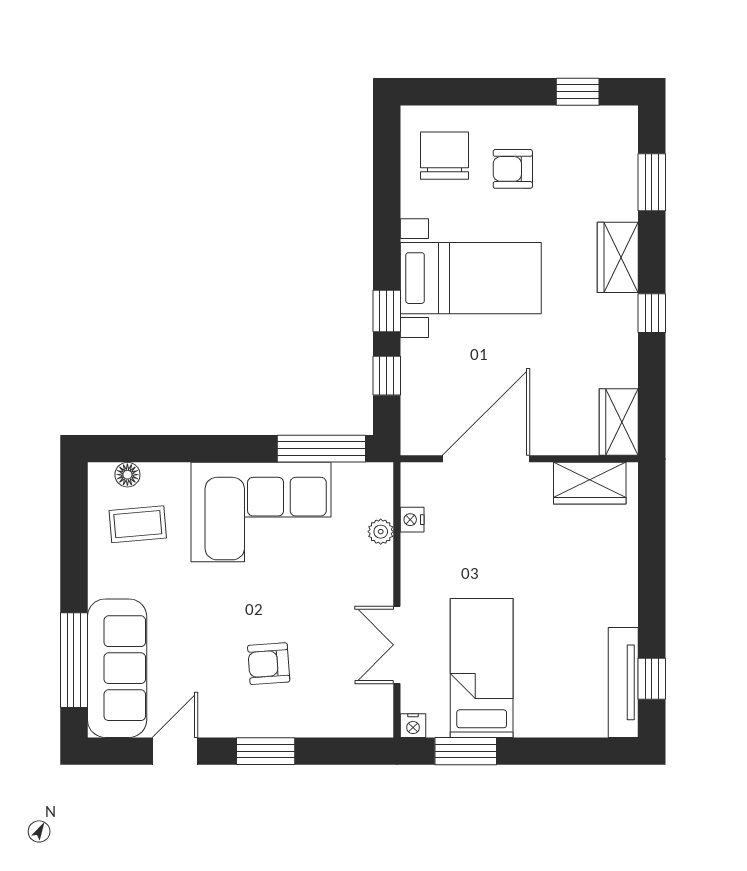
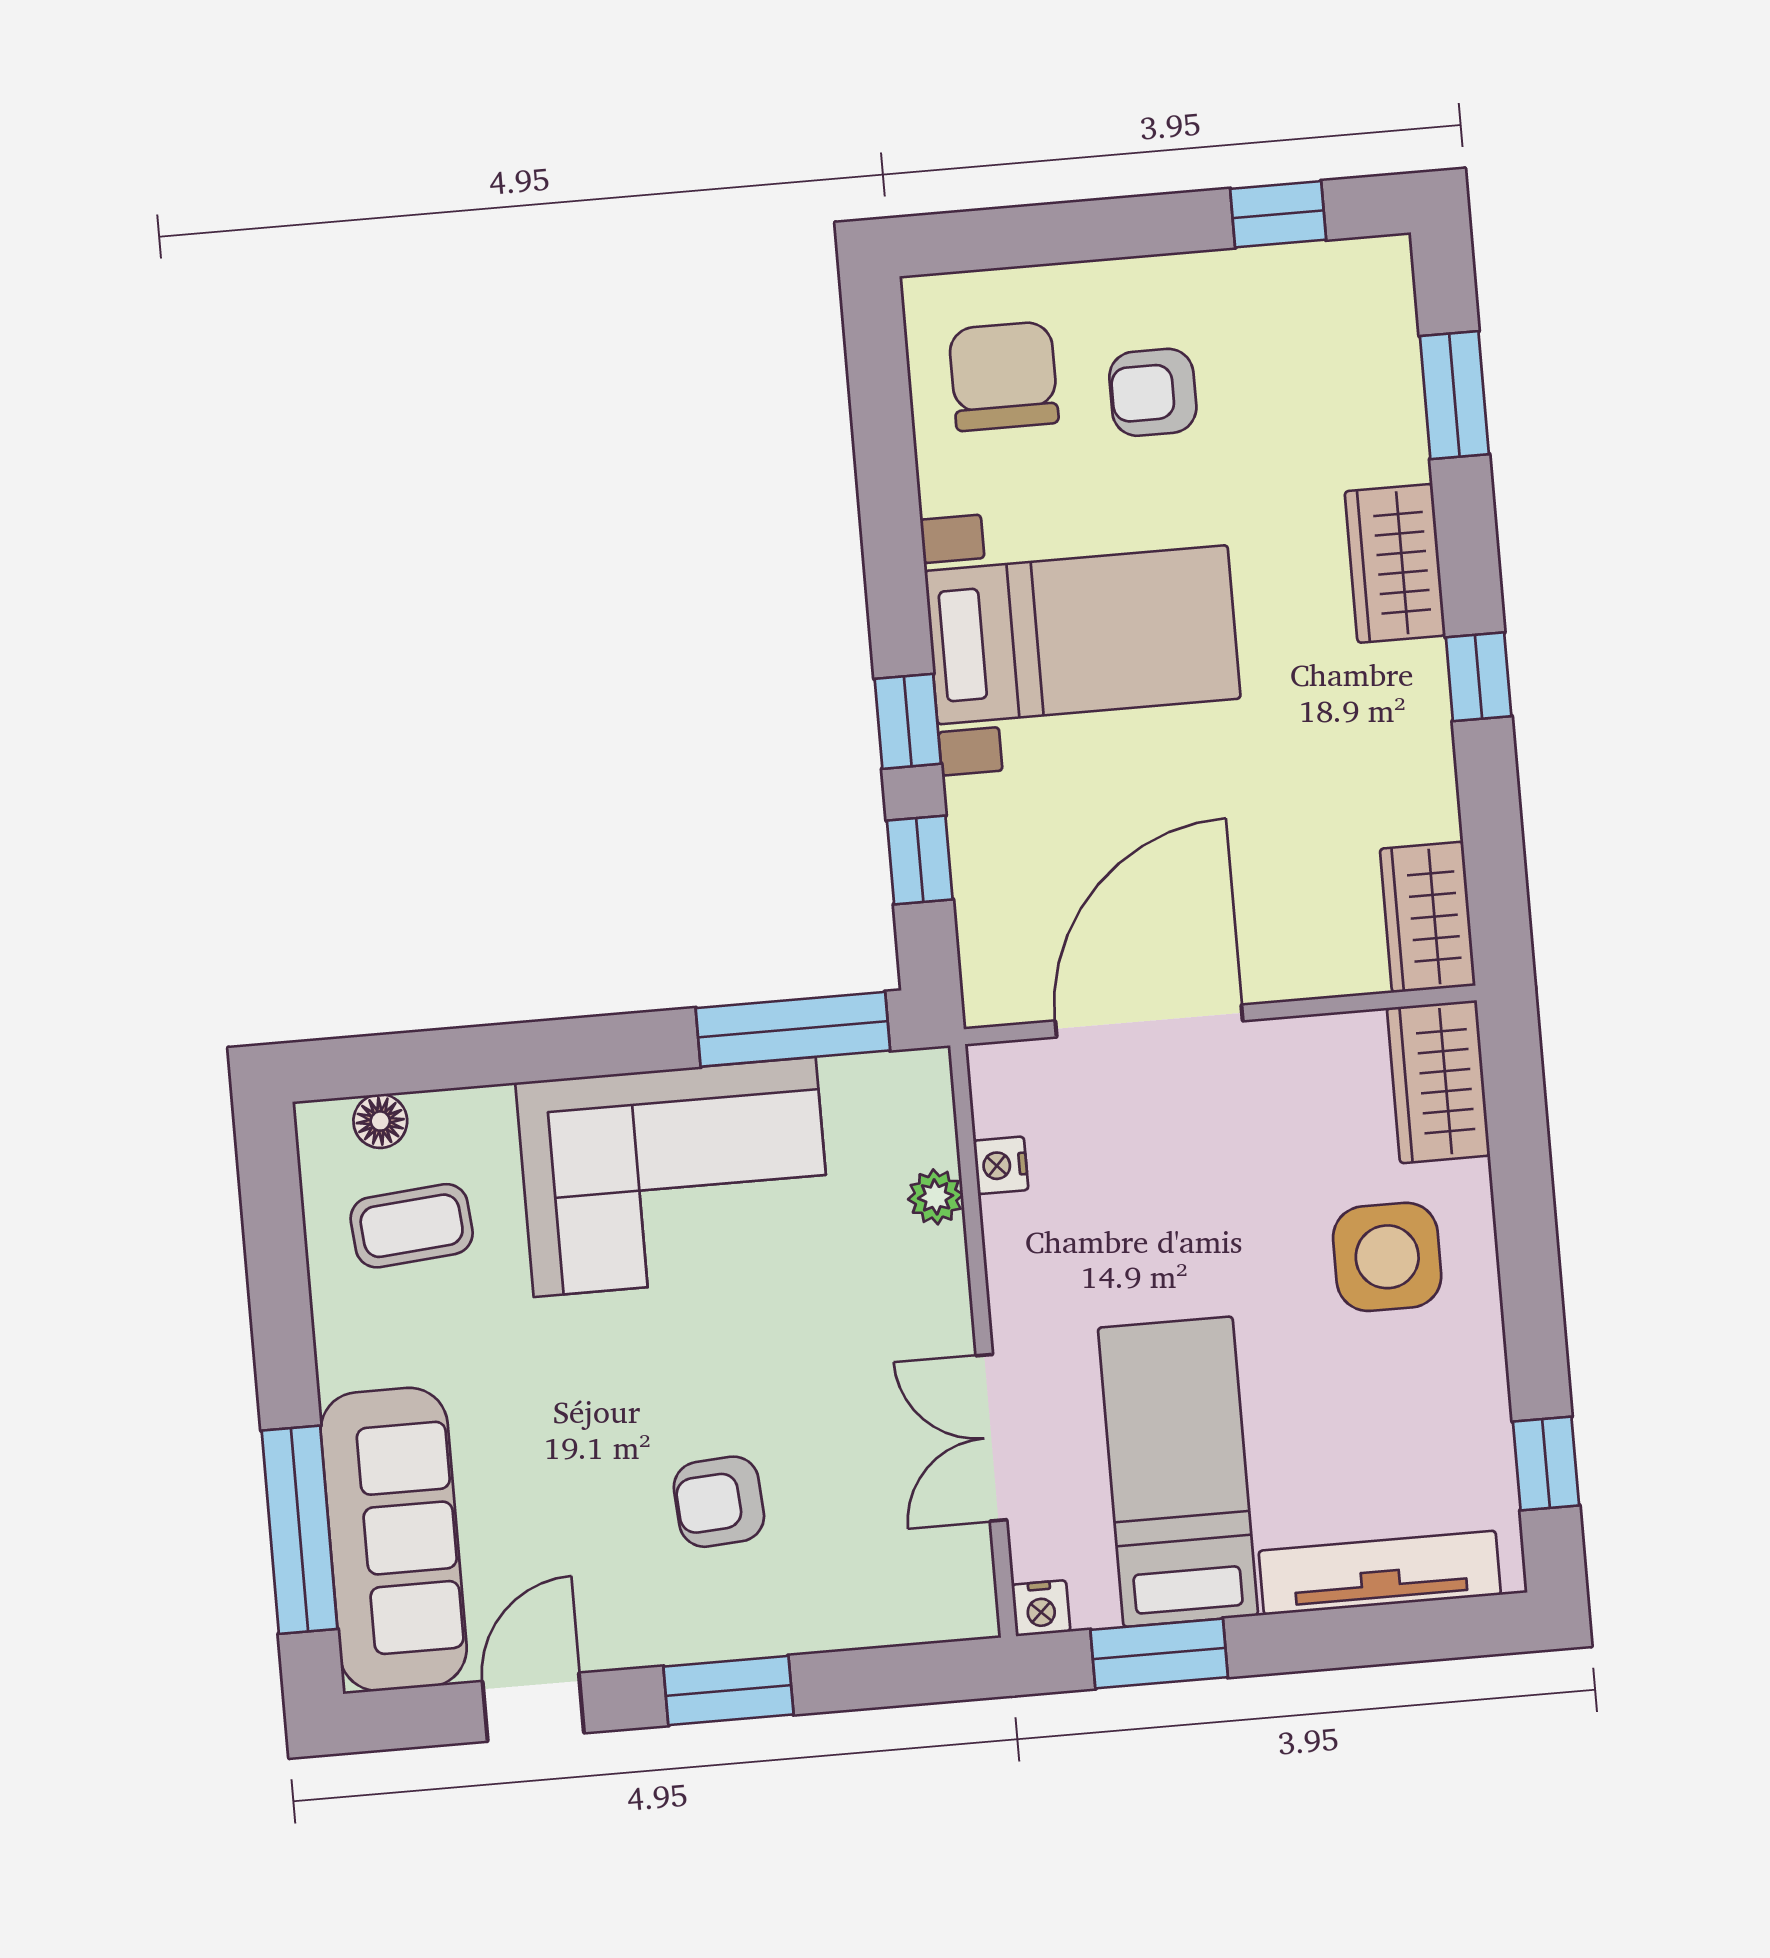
wardrobe: (590, 483) -> (1438, 1082), moved, turned 90
side table: (587, 577) -> (1387, 1257), added
tv unit: (623, 682) -> (1380, 1573), moved, turned 90

